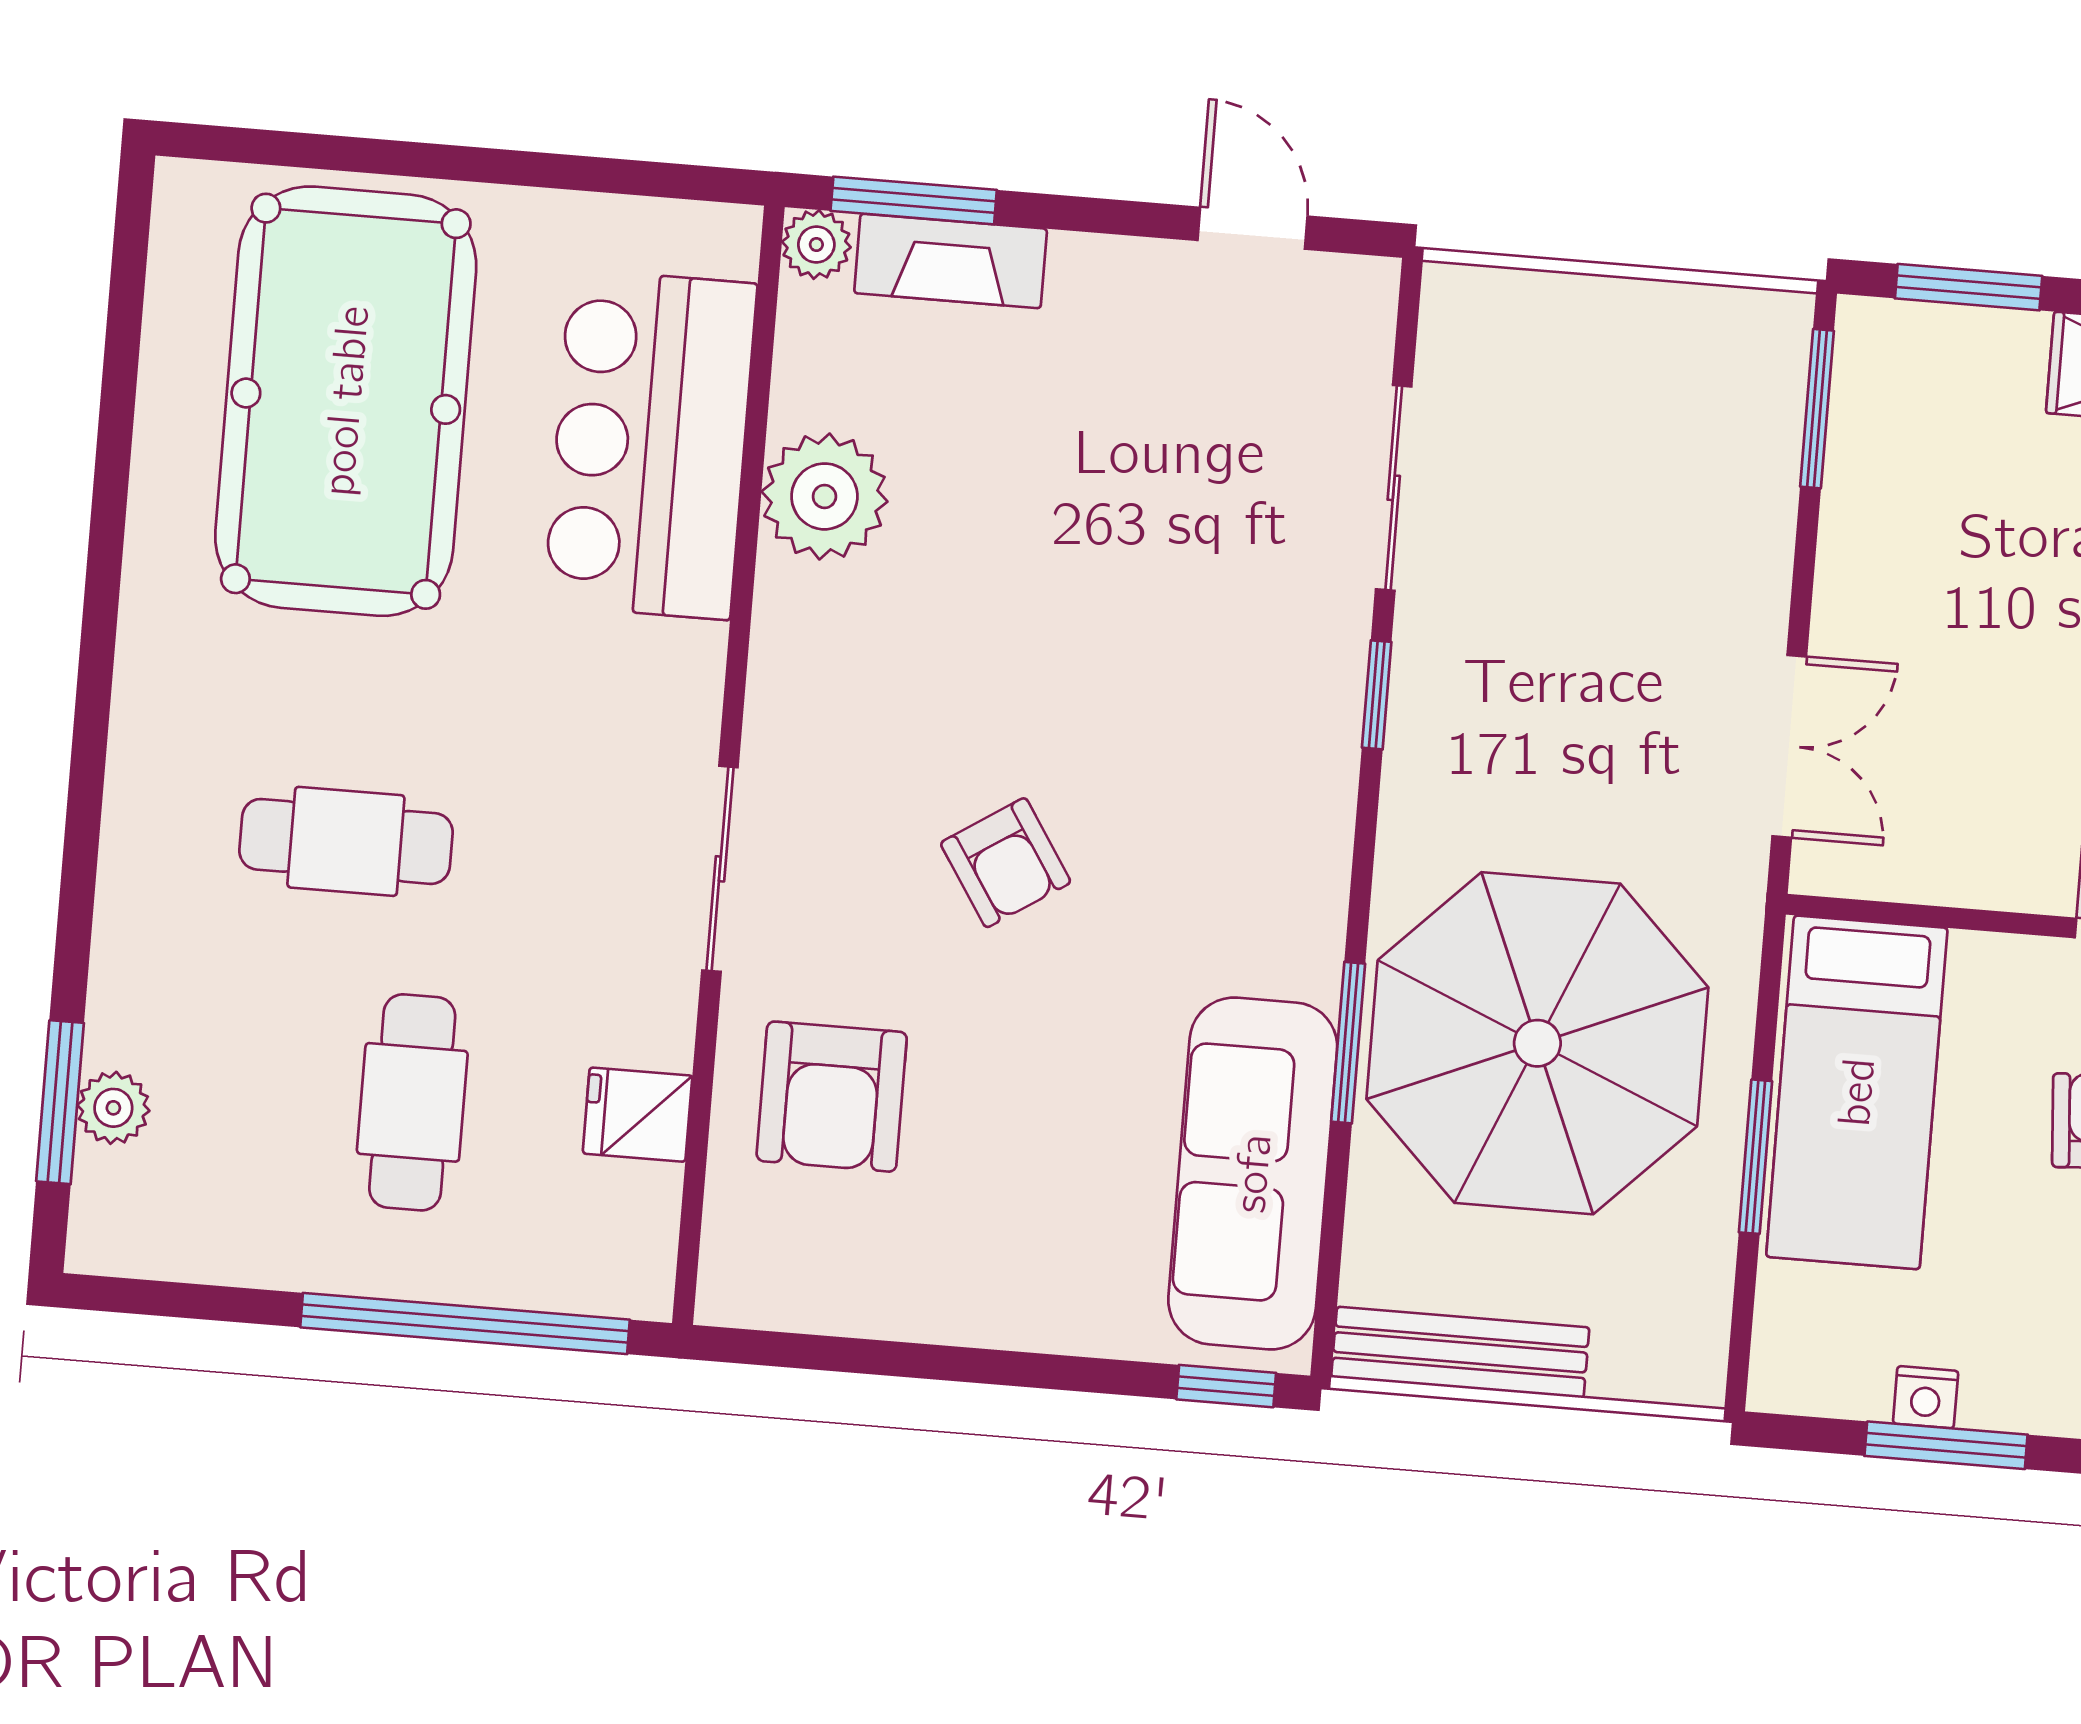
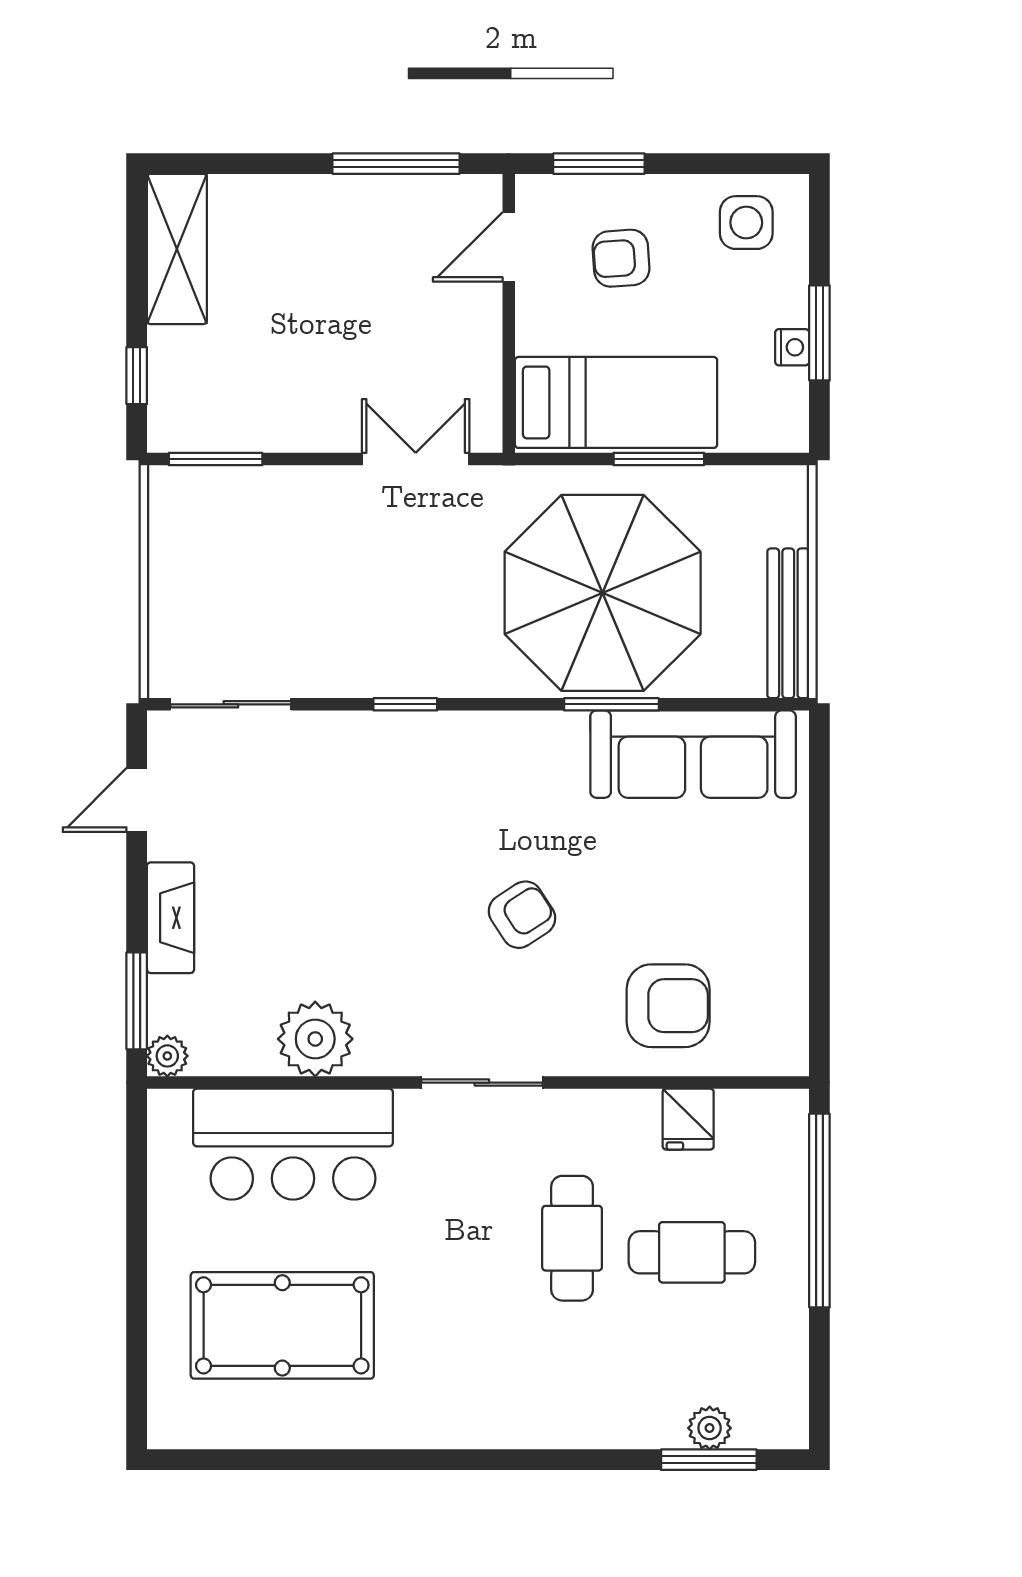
fireplace: (951, 261) -> (171, 918), moved
window: (1969, 287) -> (137, 376), width x0.67
pool table: (346, 401) -> (282, 1325), width x0.73, depth x0.76
sliding door: (1394, 488) -> (231, 704), moved
cafe table: (346, 841) -> (572, 1238), moved
sliding door: (720, 869) -> (482, 1083), moved
window: (1226, 1386) -> (819, 759), removed

